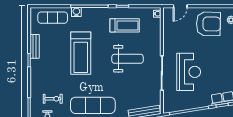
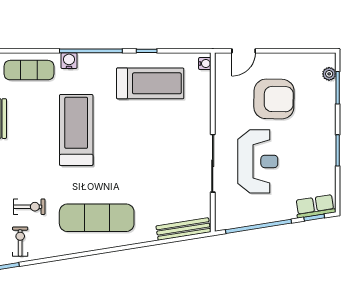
armchair: (208, 24) -> (274, 99), moved
treadmill: (125, 25) -> (150, 83), width x1.37, depth x1.38
treadmill: (81, 53) -> (76, 130), turned 180
weight bench: (128, 59) -> (155, 139), removed

